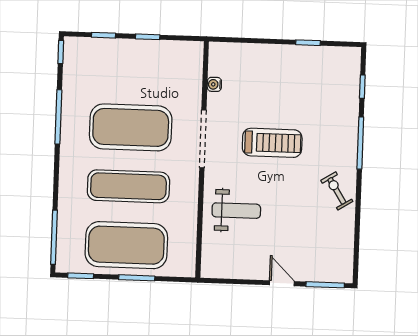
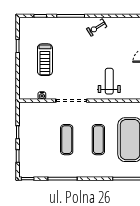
exercise mat: (131, 127) -> (67, 140), width x0.50, depth x0.69
treadmill: (272, 143) -> (45, 60), moved, turned 180
exercise mat: (128, 186) -> (98, 140), width x0.73, depth x0.69

